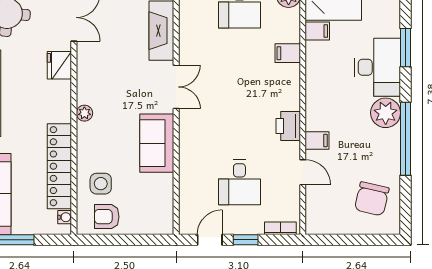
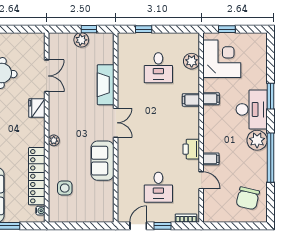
filing cabinet: (317, 31) -> (211, 99), moved
armchair: (107, 217) -> (69, 210), removed

